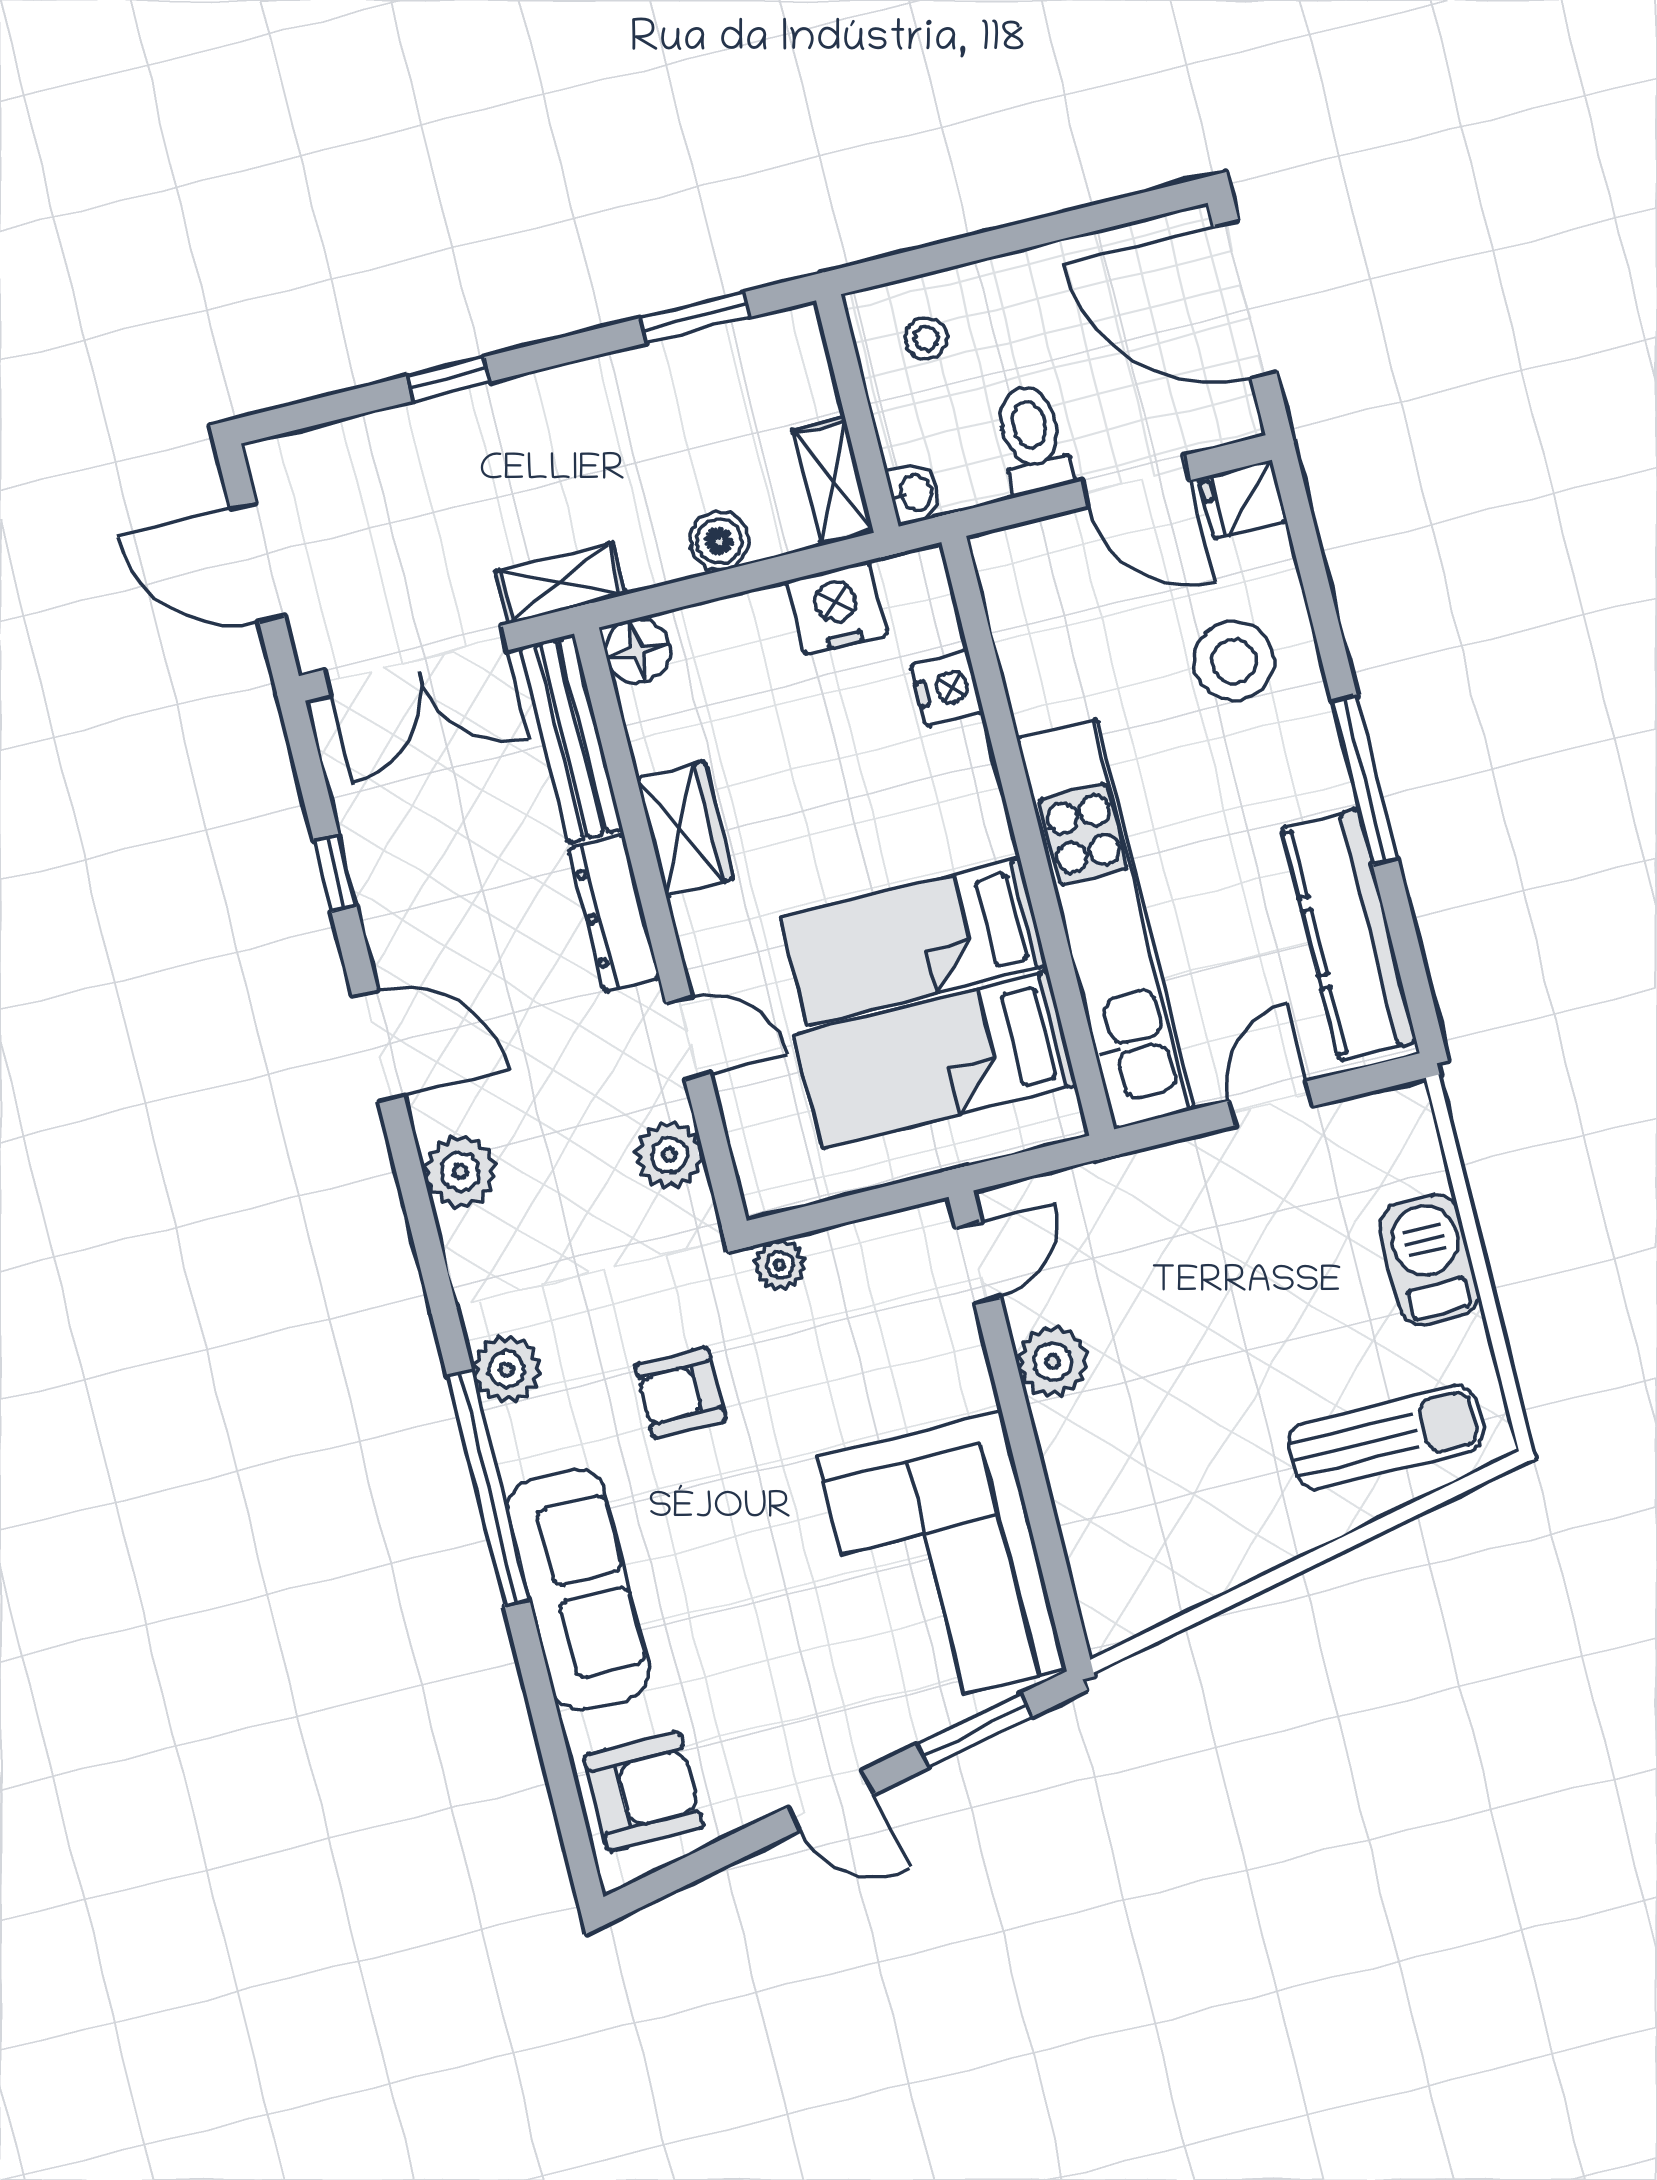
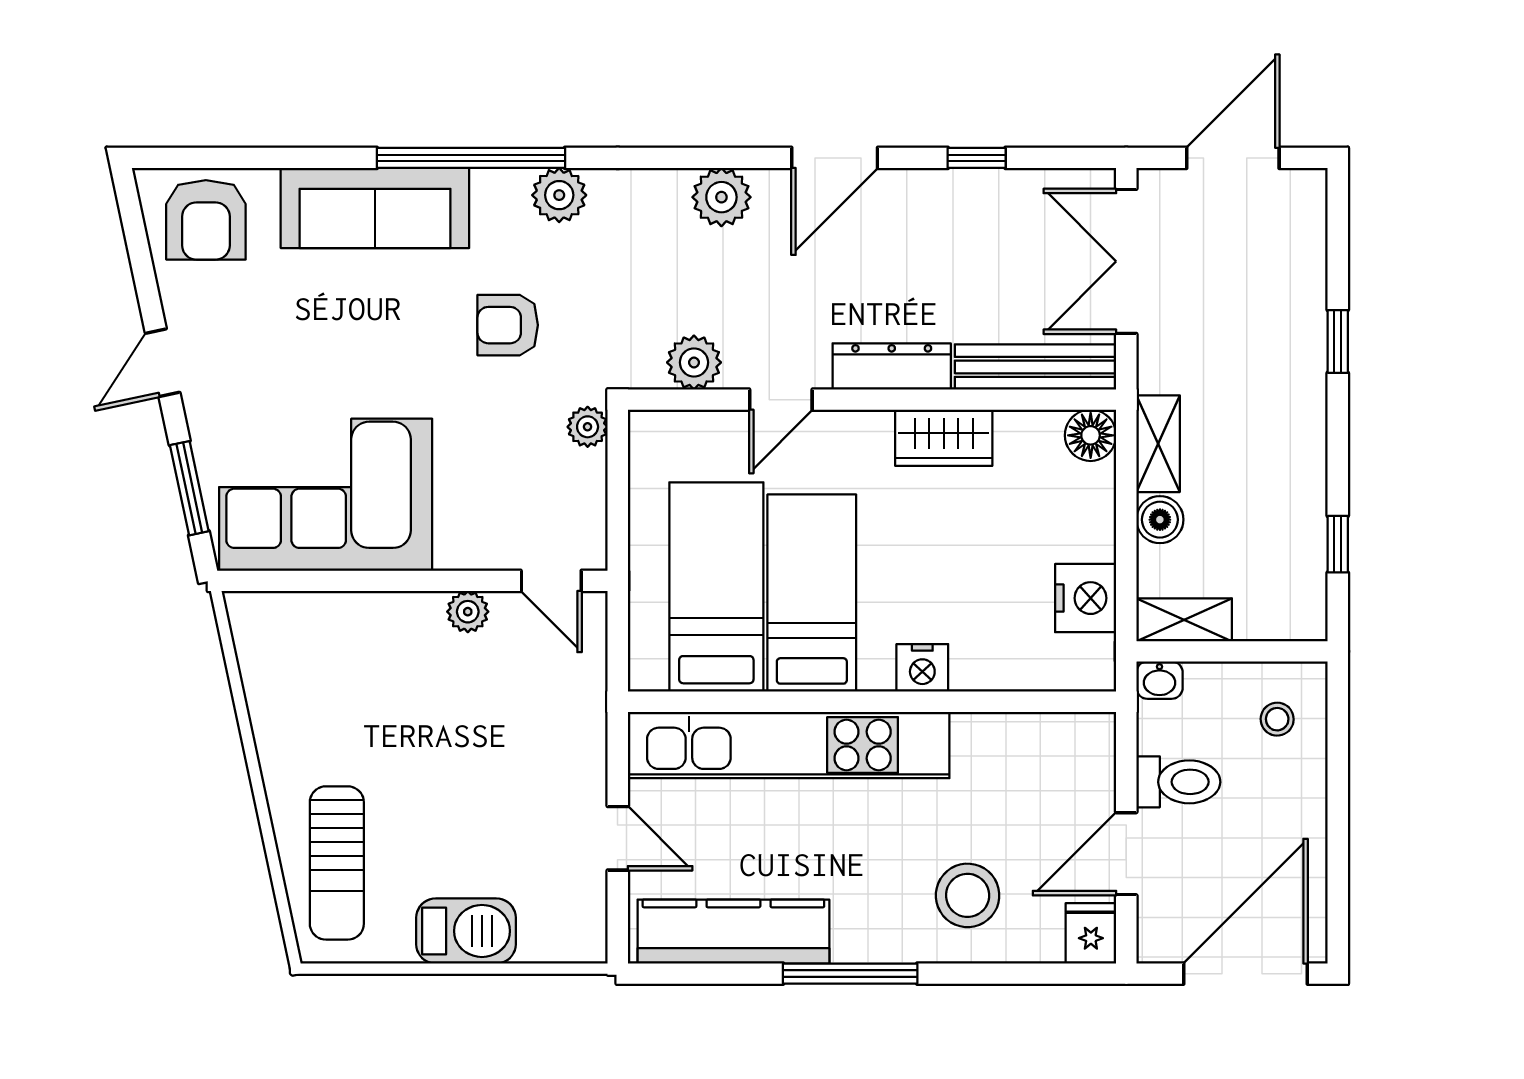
window: (695, 317) -> (1338, 544), width x0.67
shelving: (560, 583) -> (1158, 444), moved
nightstand: (947, 688) -> (922, 668), moved
plant: (1052, 1361) -> (468, 612), width x0.73, depth x0.73
armchair: (680, 1393) -> (508, 325), turned -90

